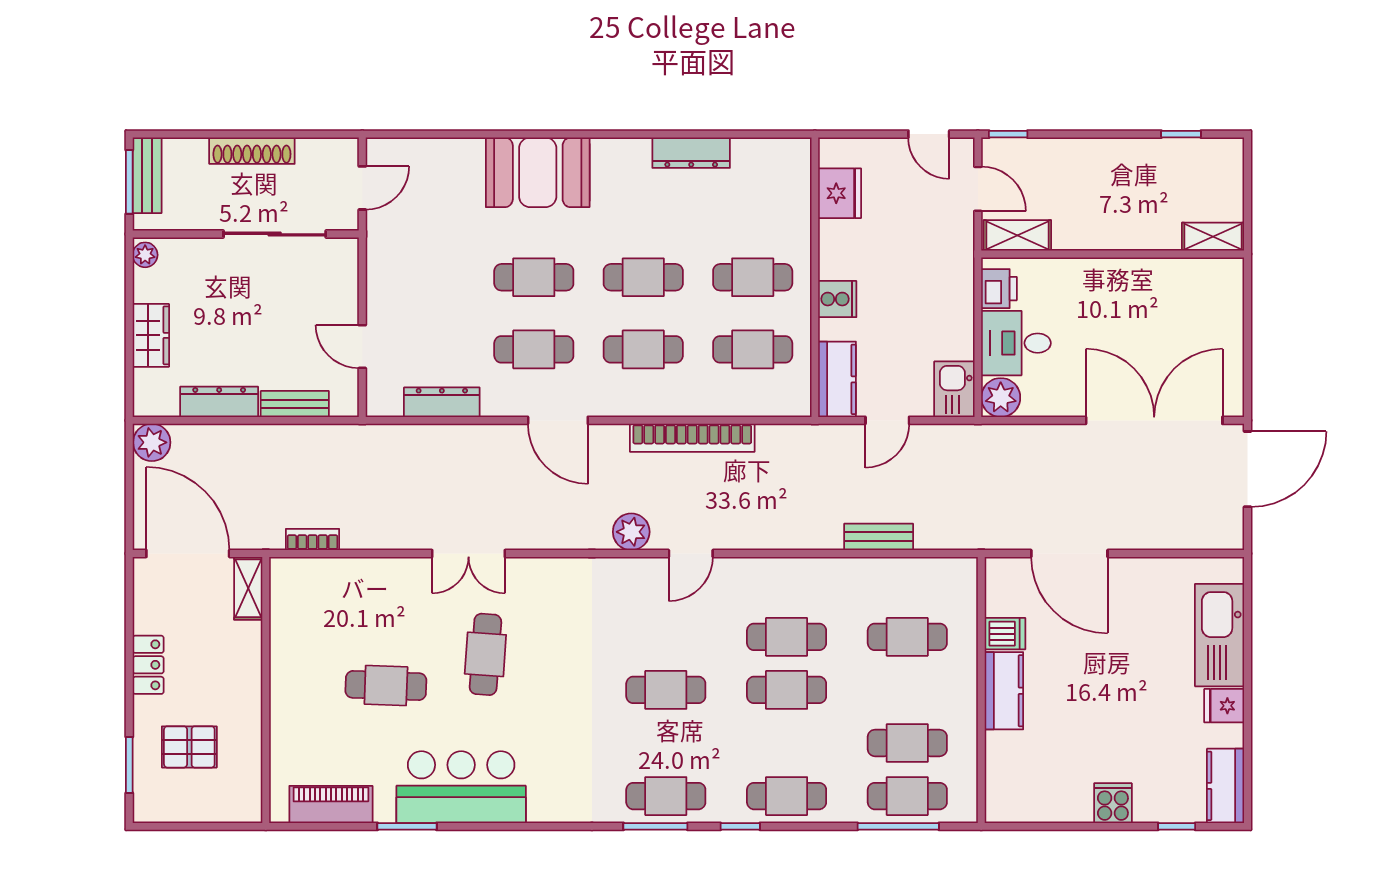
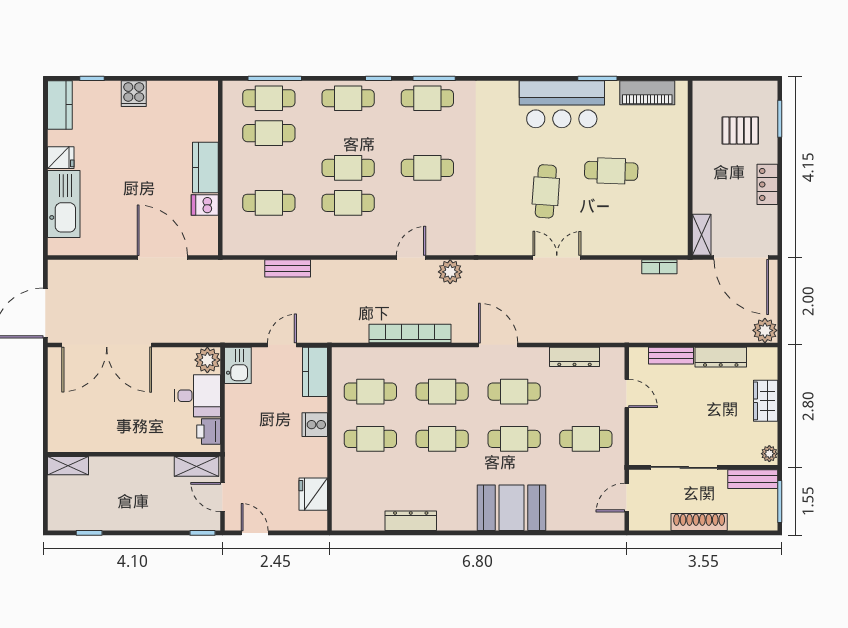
bench: (147, 175) -> (753, 479), moved, turned 90
cafe table: (424, 277) -> (586, 439), added

